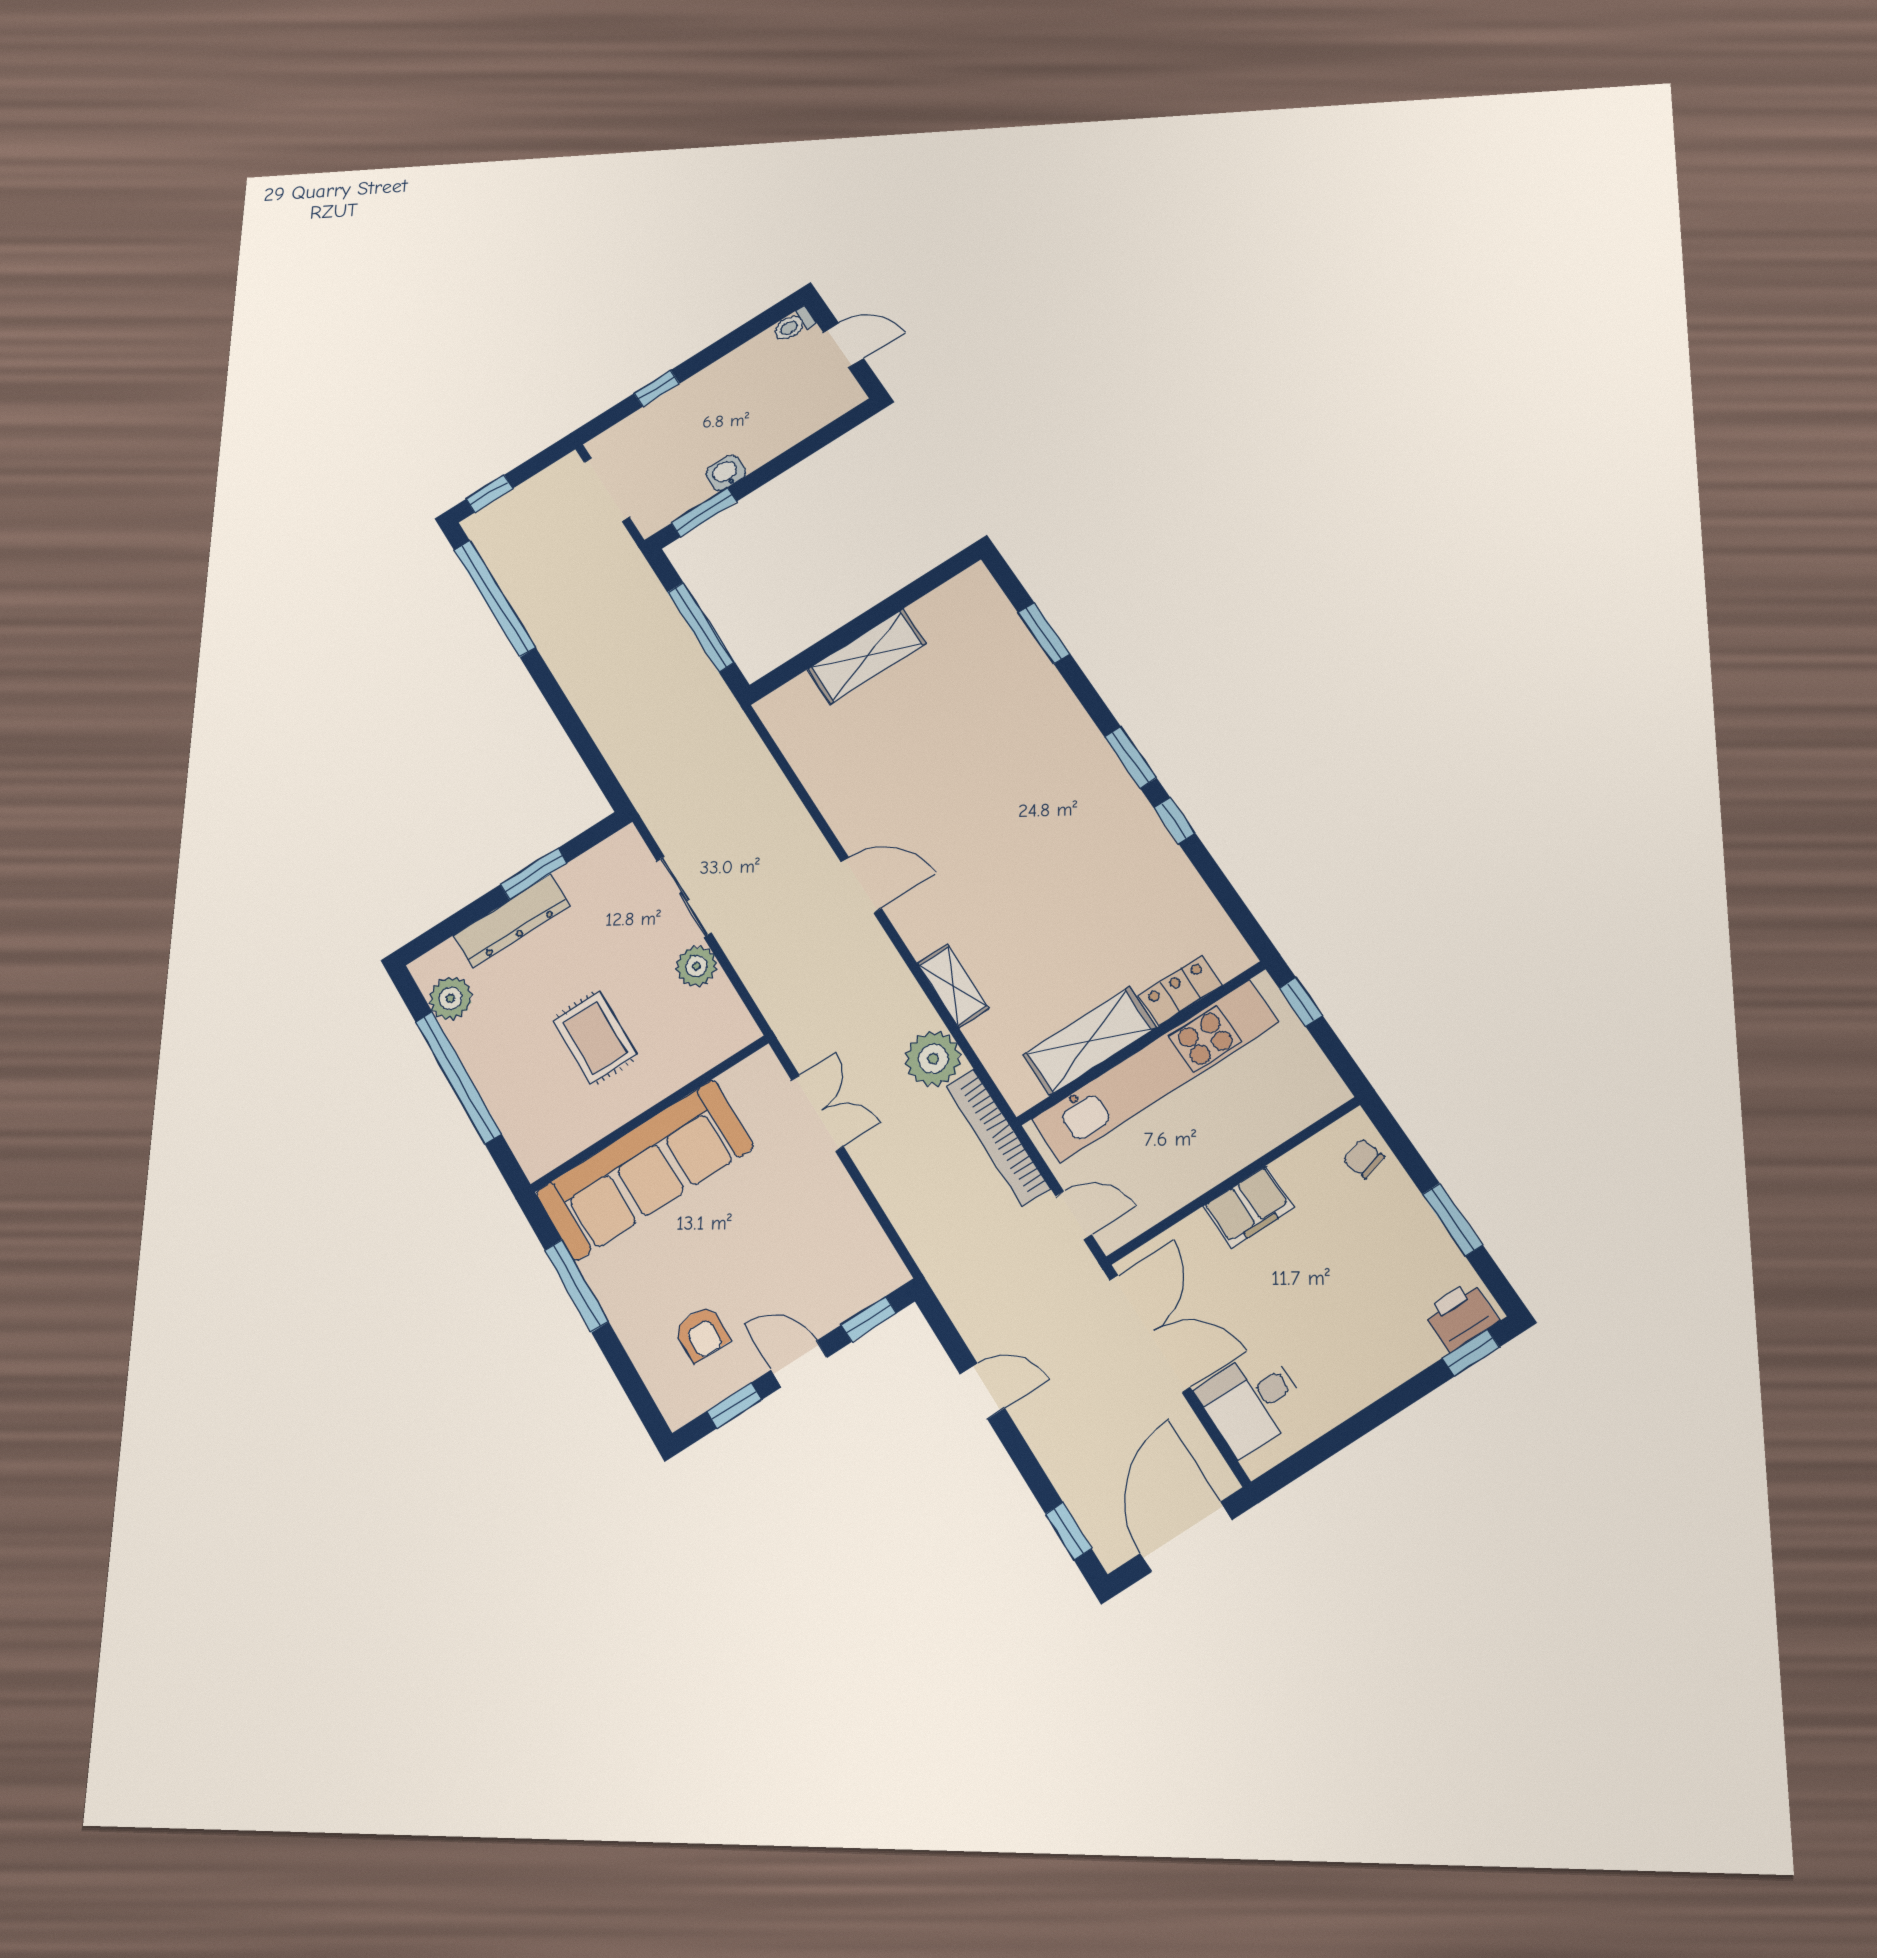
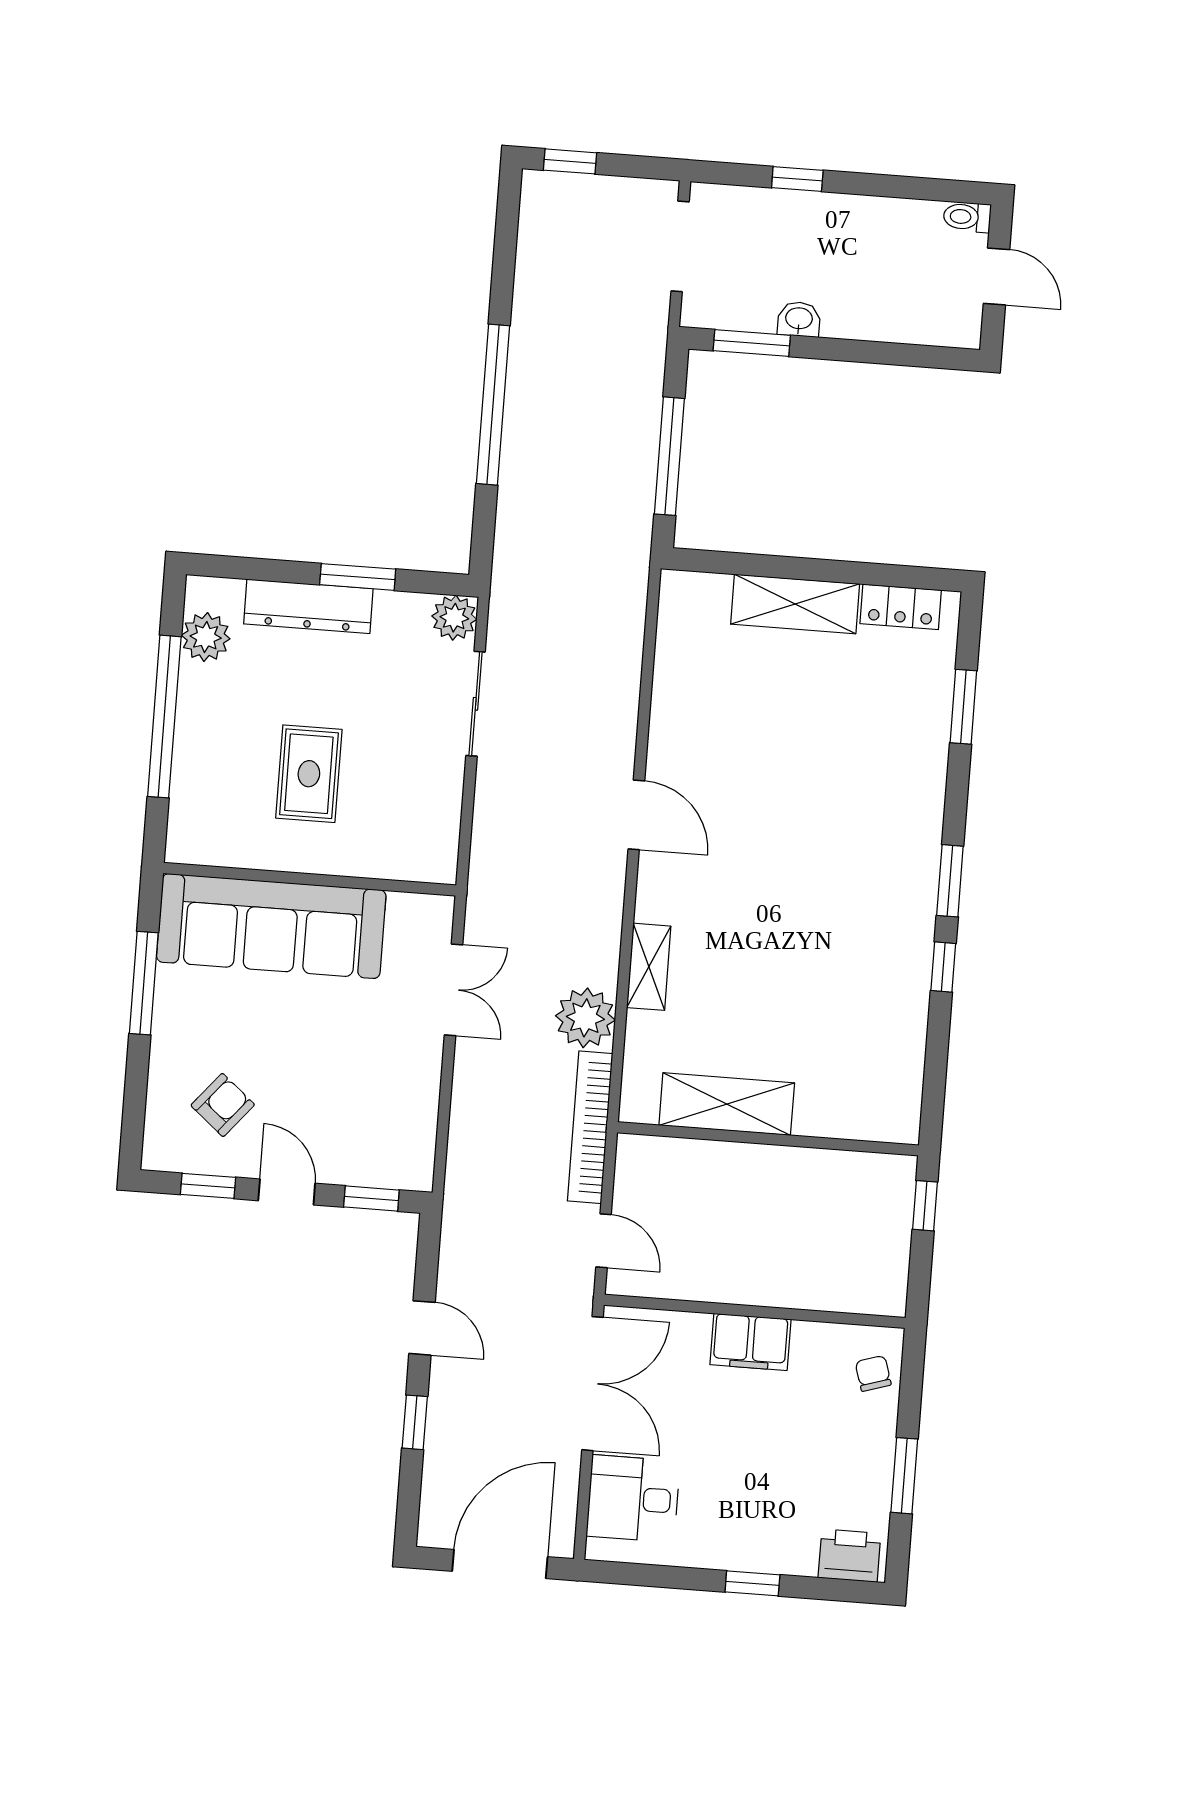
window: (495, 599) -> (493, 405), moved
plant: (696, 966) -> (454, 618), moved
locker: (1180, 990) -> (901, 607), moved, turned 180
kitchen unit: (1155, 1071) -> (761, 1171), removed
armchair: (702, 1333) -> (223, 1105), turned -140
window: (1471, 1353) -> (752, 1583), moved
window: (1068, 1531) -> (415, 1422), moved

